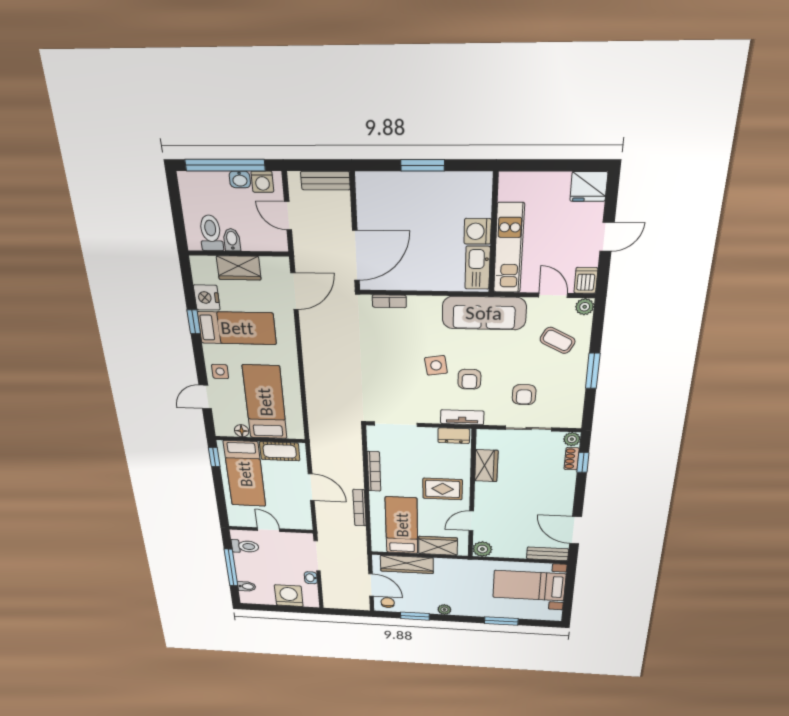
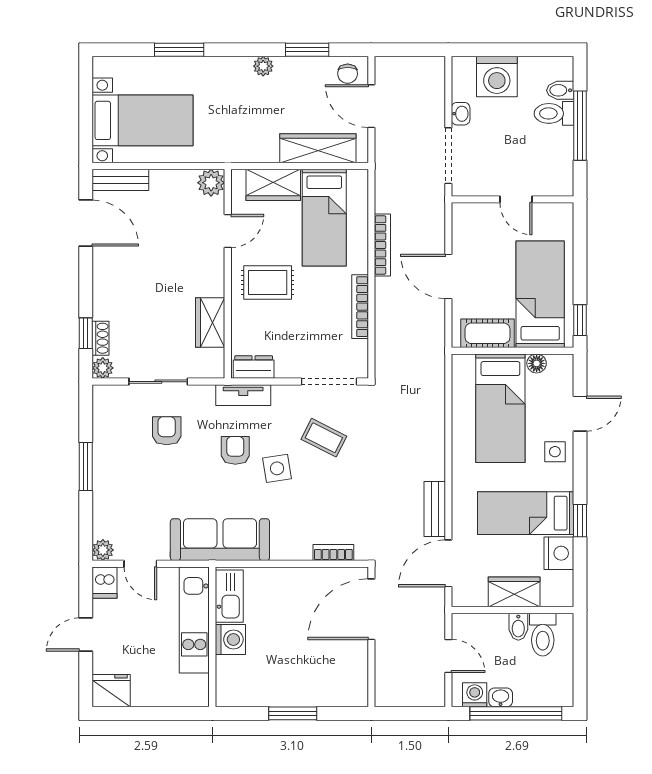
bench: (325, 181) -> (435, 509), moved, turned 90
coffee table: (557, 340) -> (324, 438), moved
toilet: (245, 546) -> (554, 113), moved

